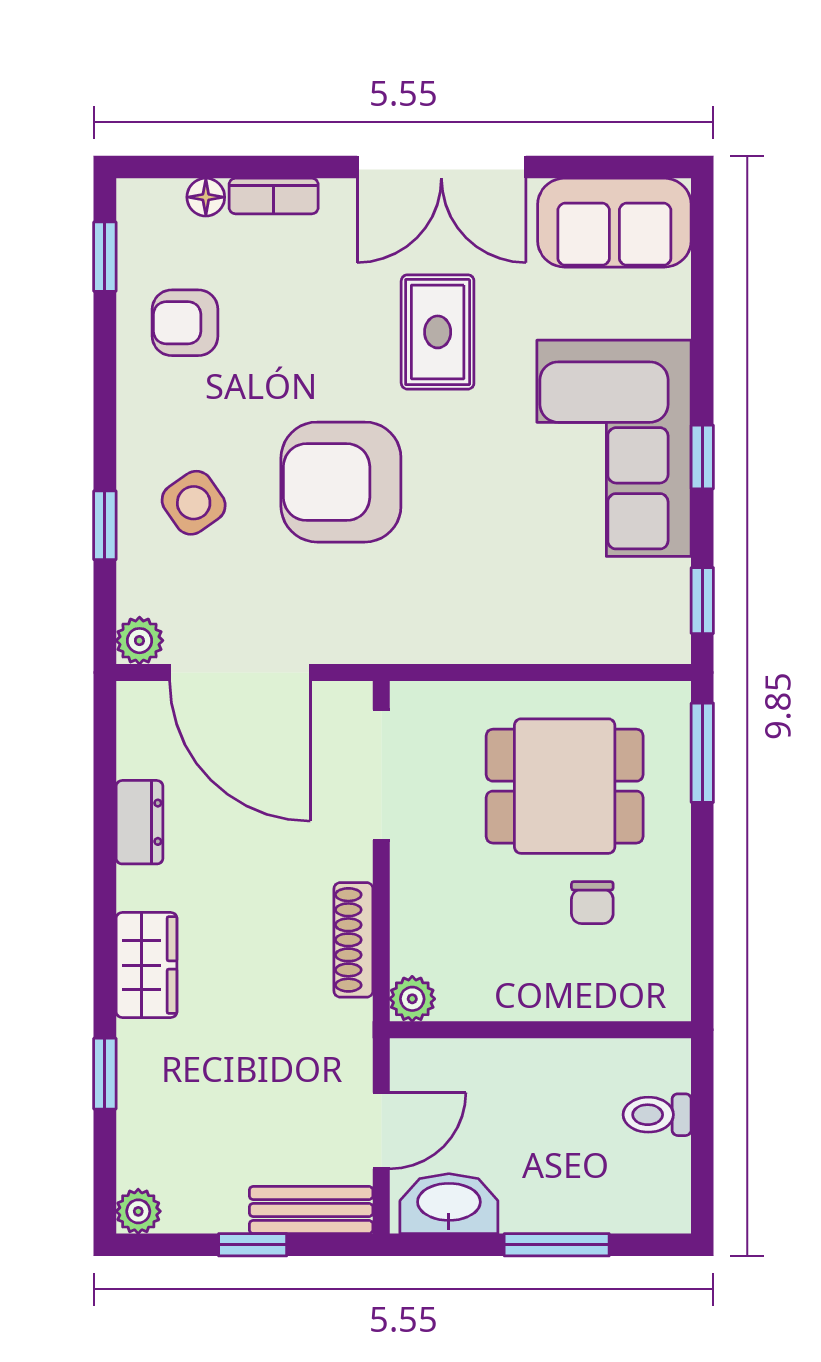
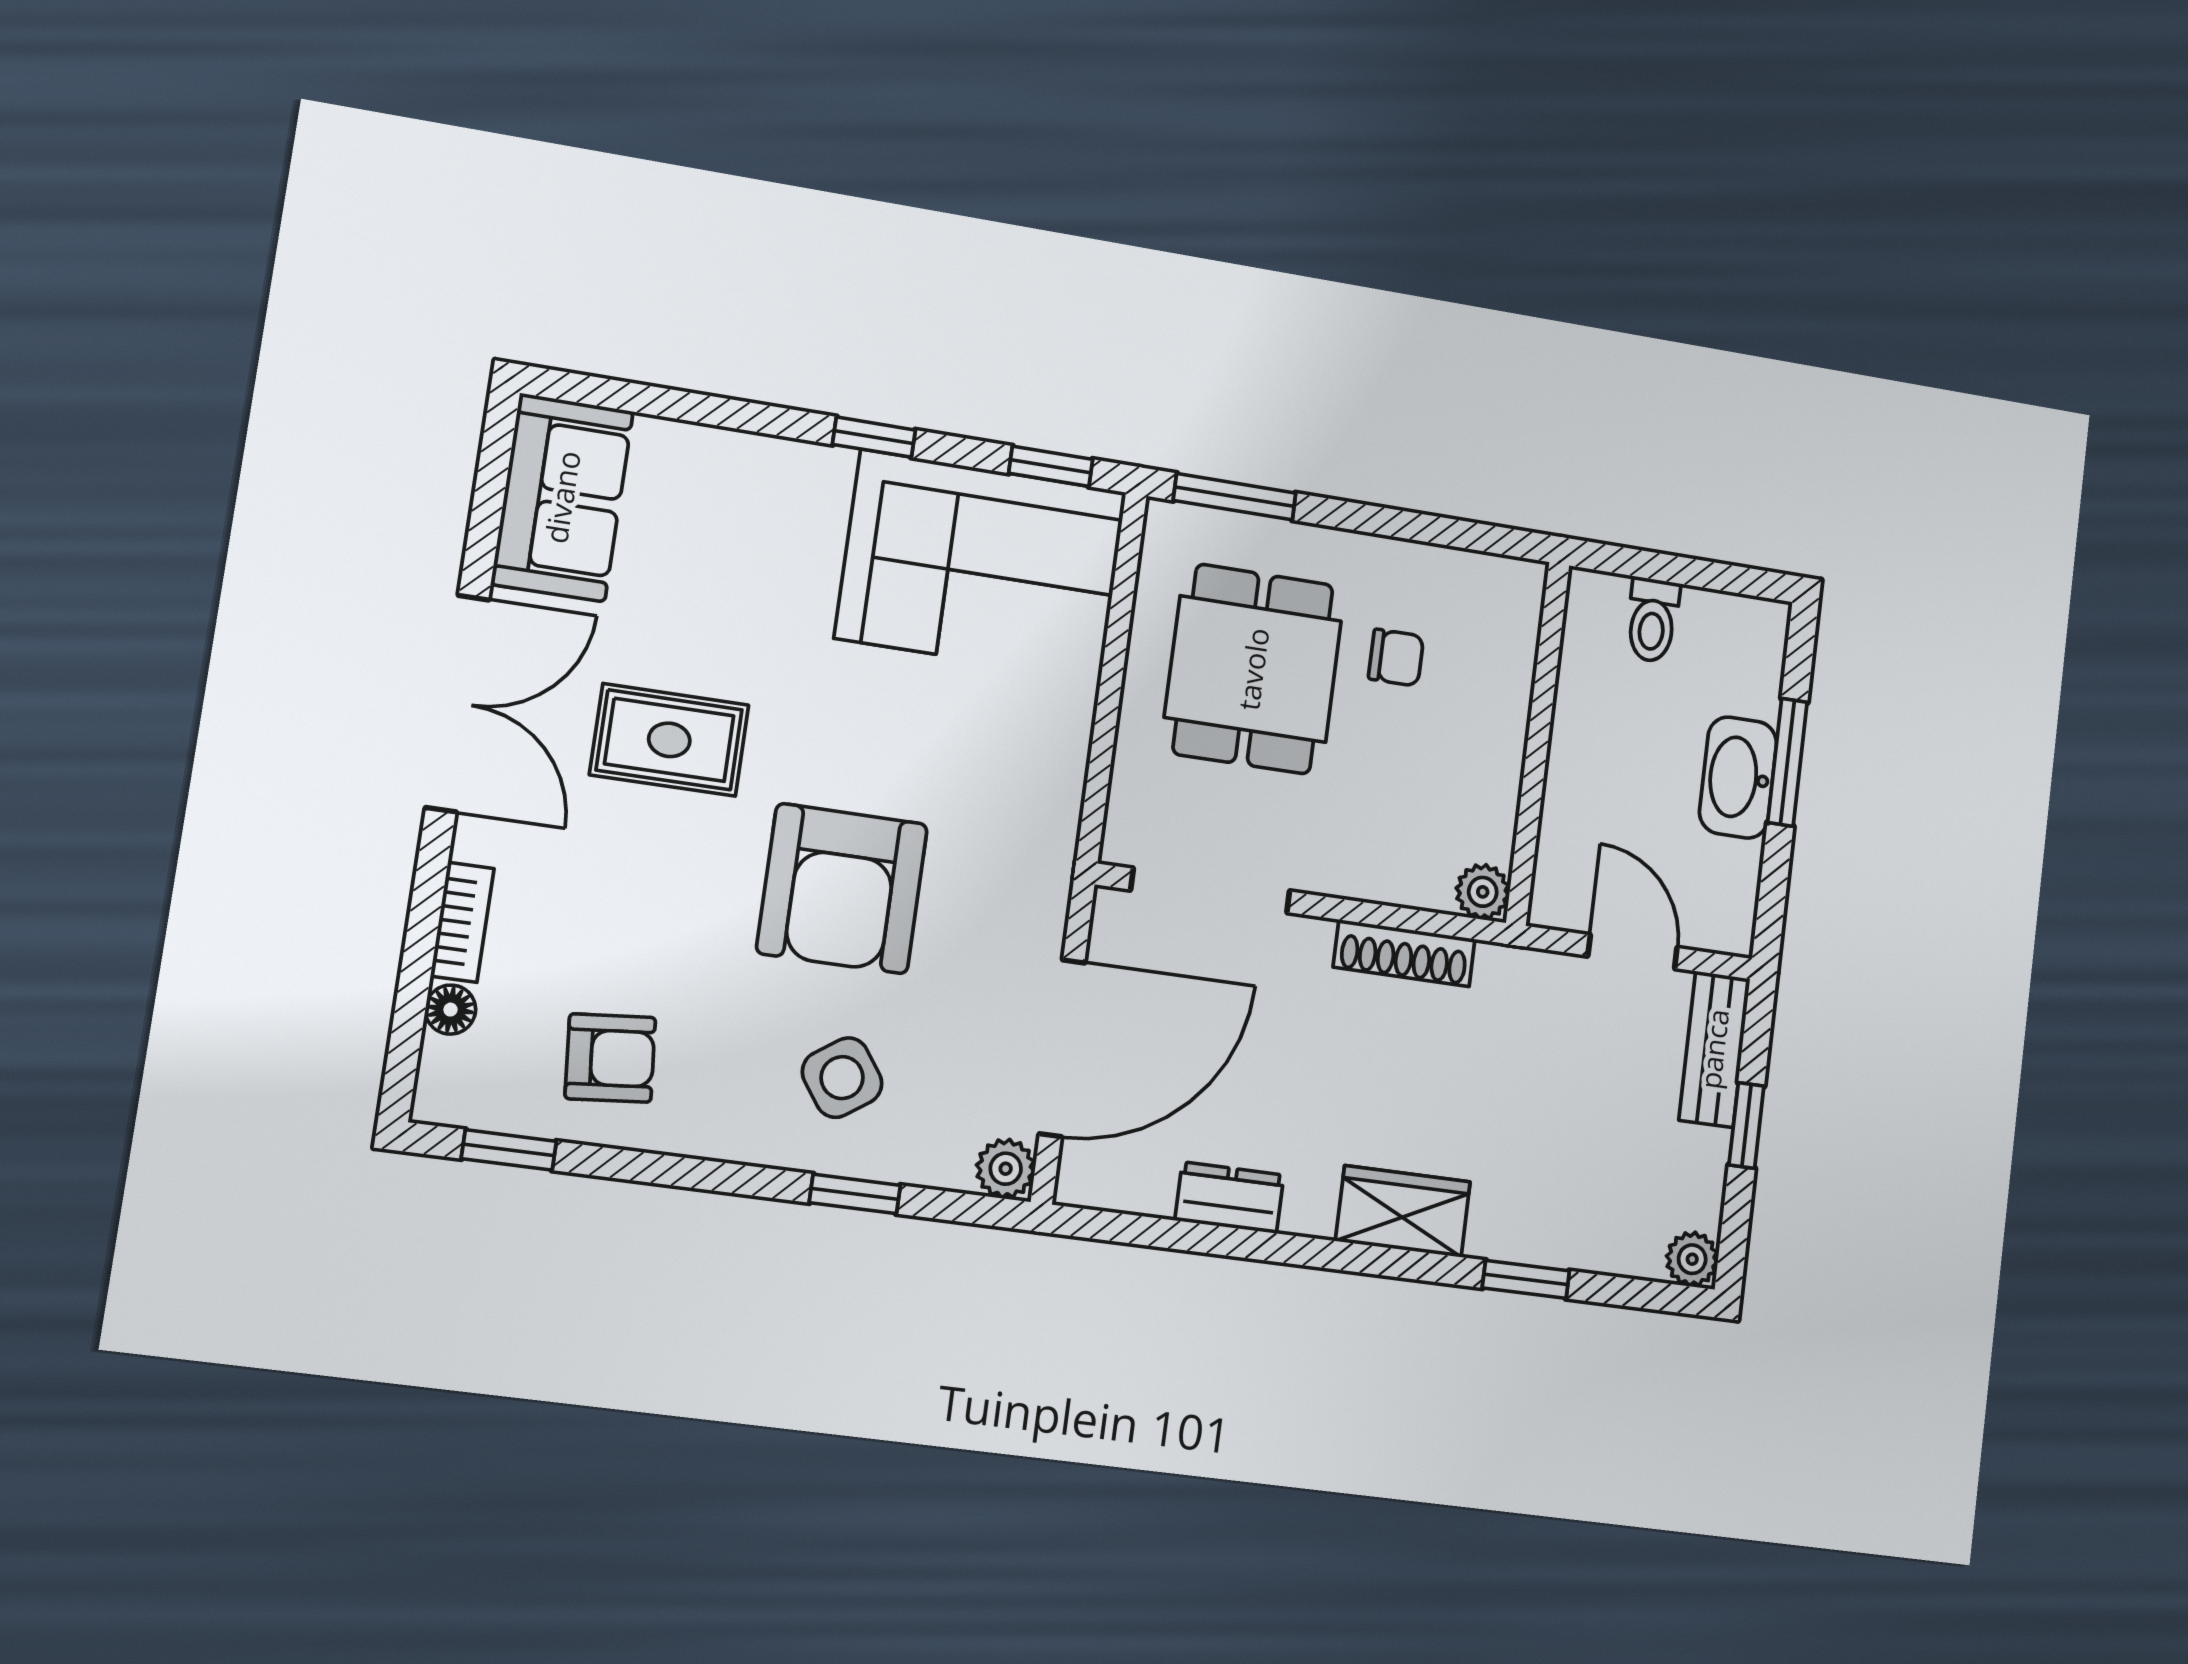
armchair: (185, 323) -> (610, 1058), turned -95
corner sofa: (614, 448) -> (981, 565), moved
washbasin: (449, 1204) -> (1738, 778), moved

